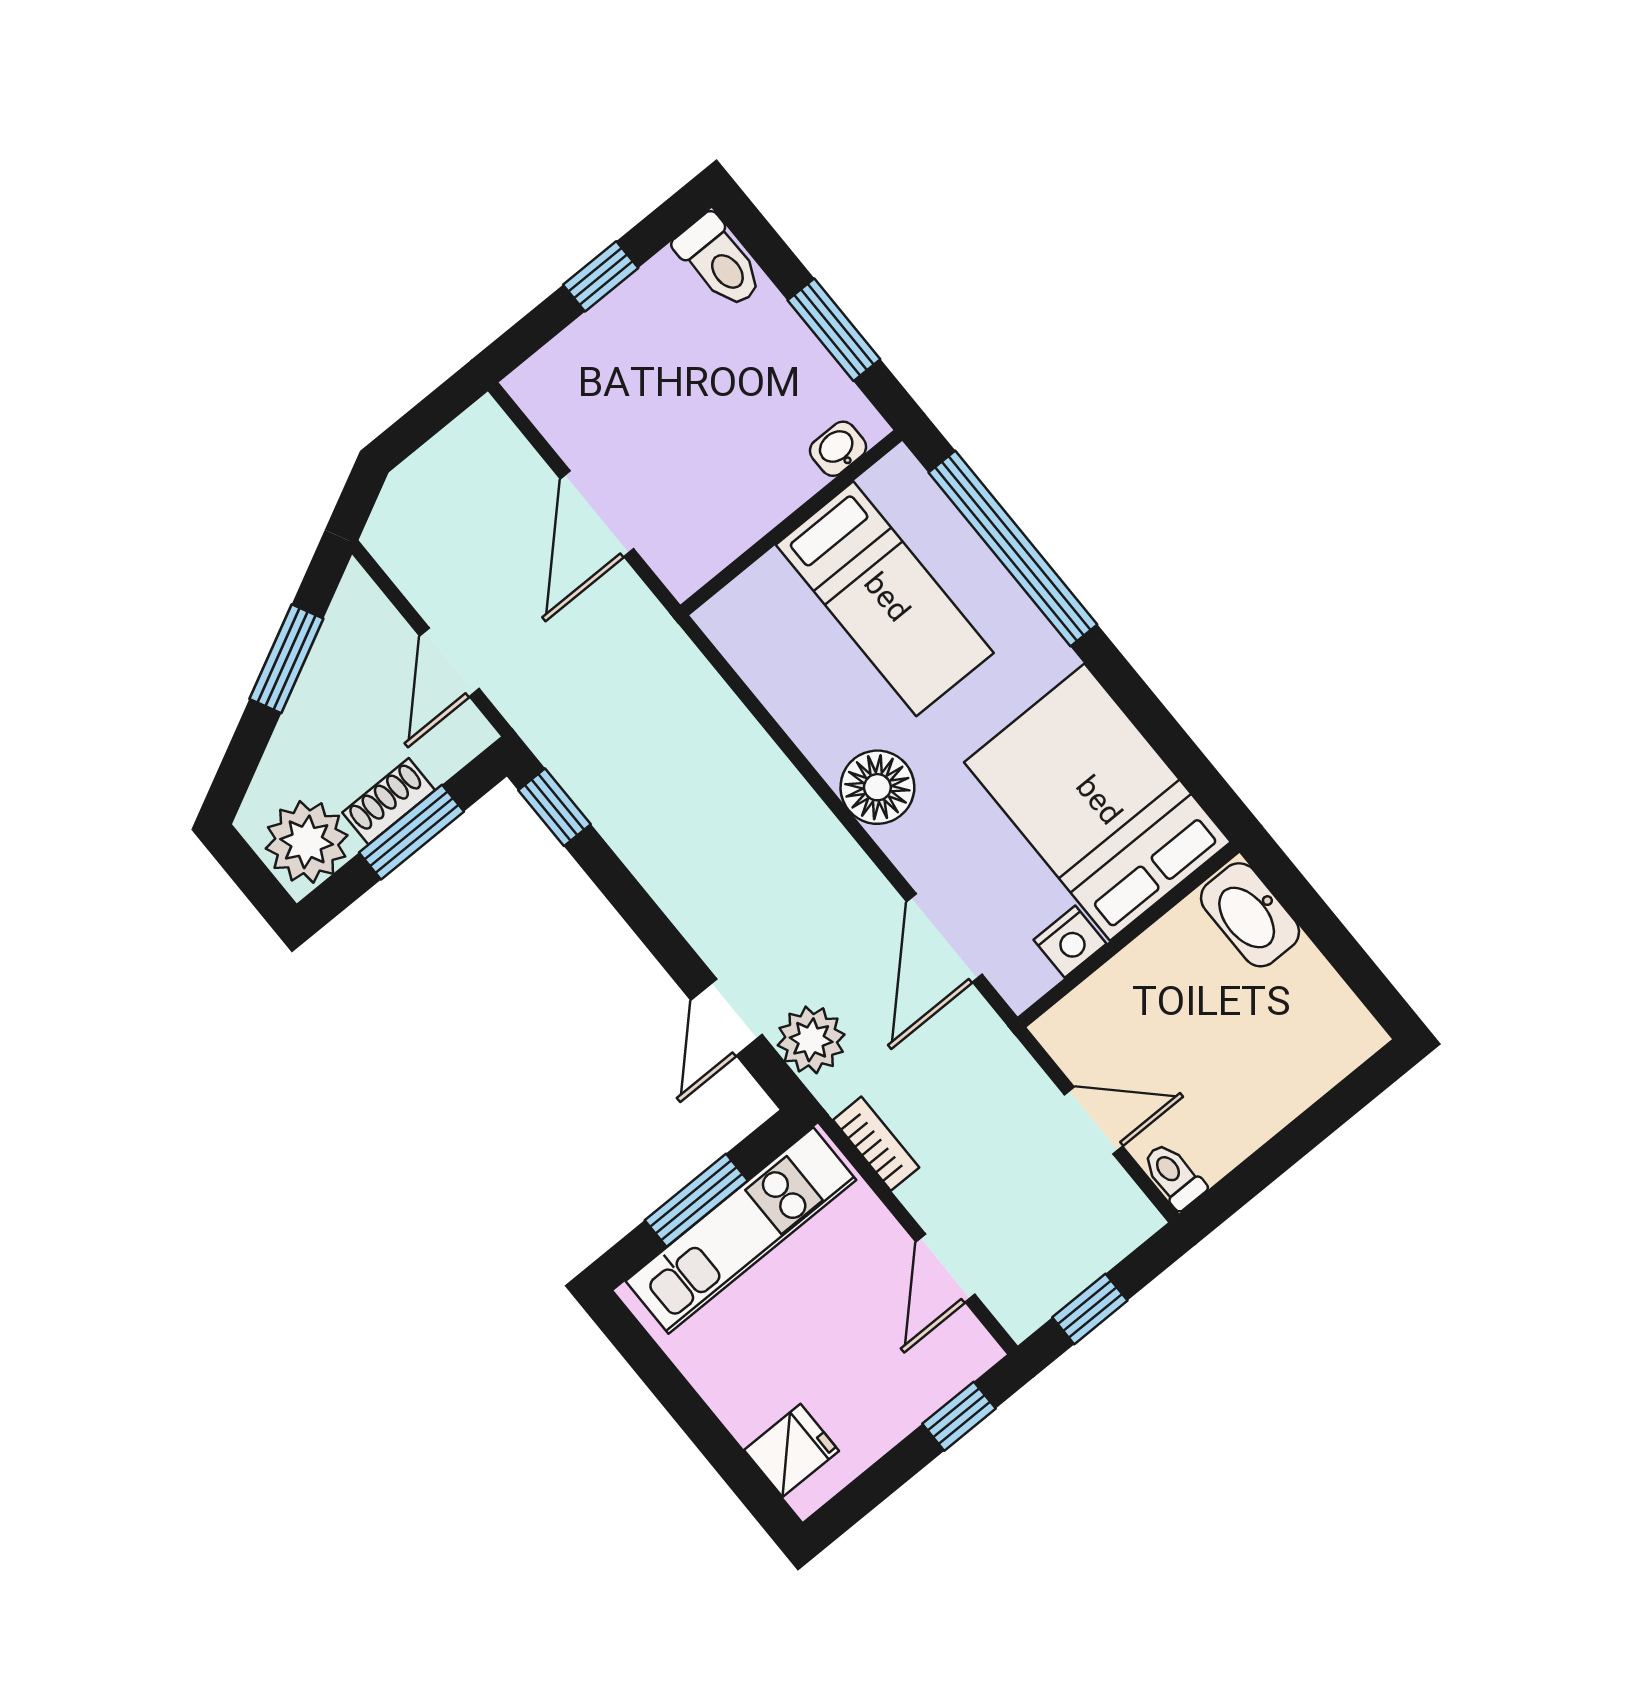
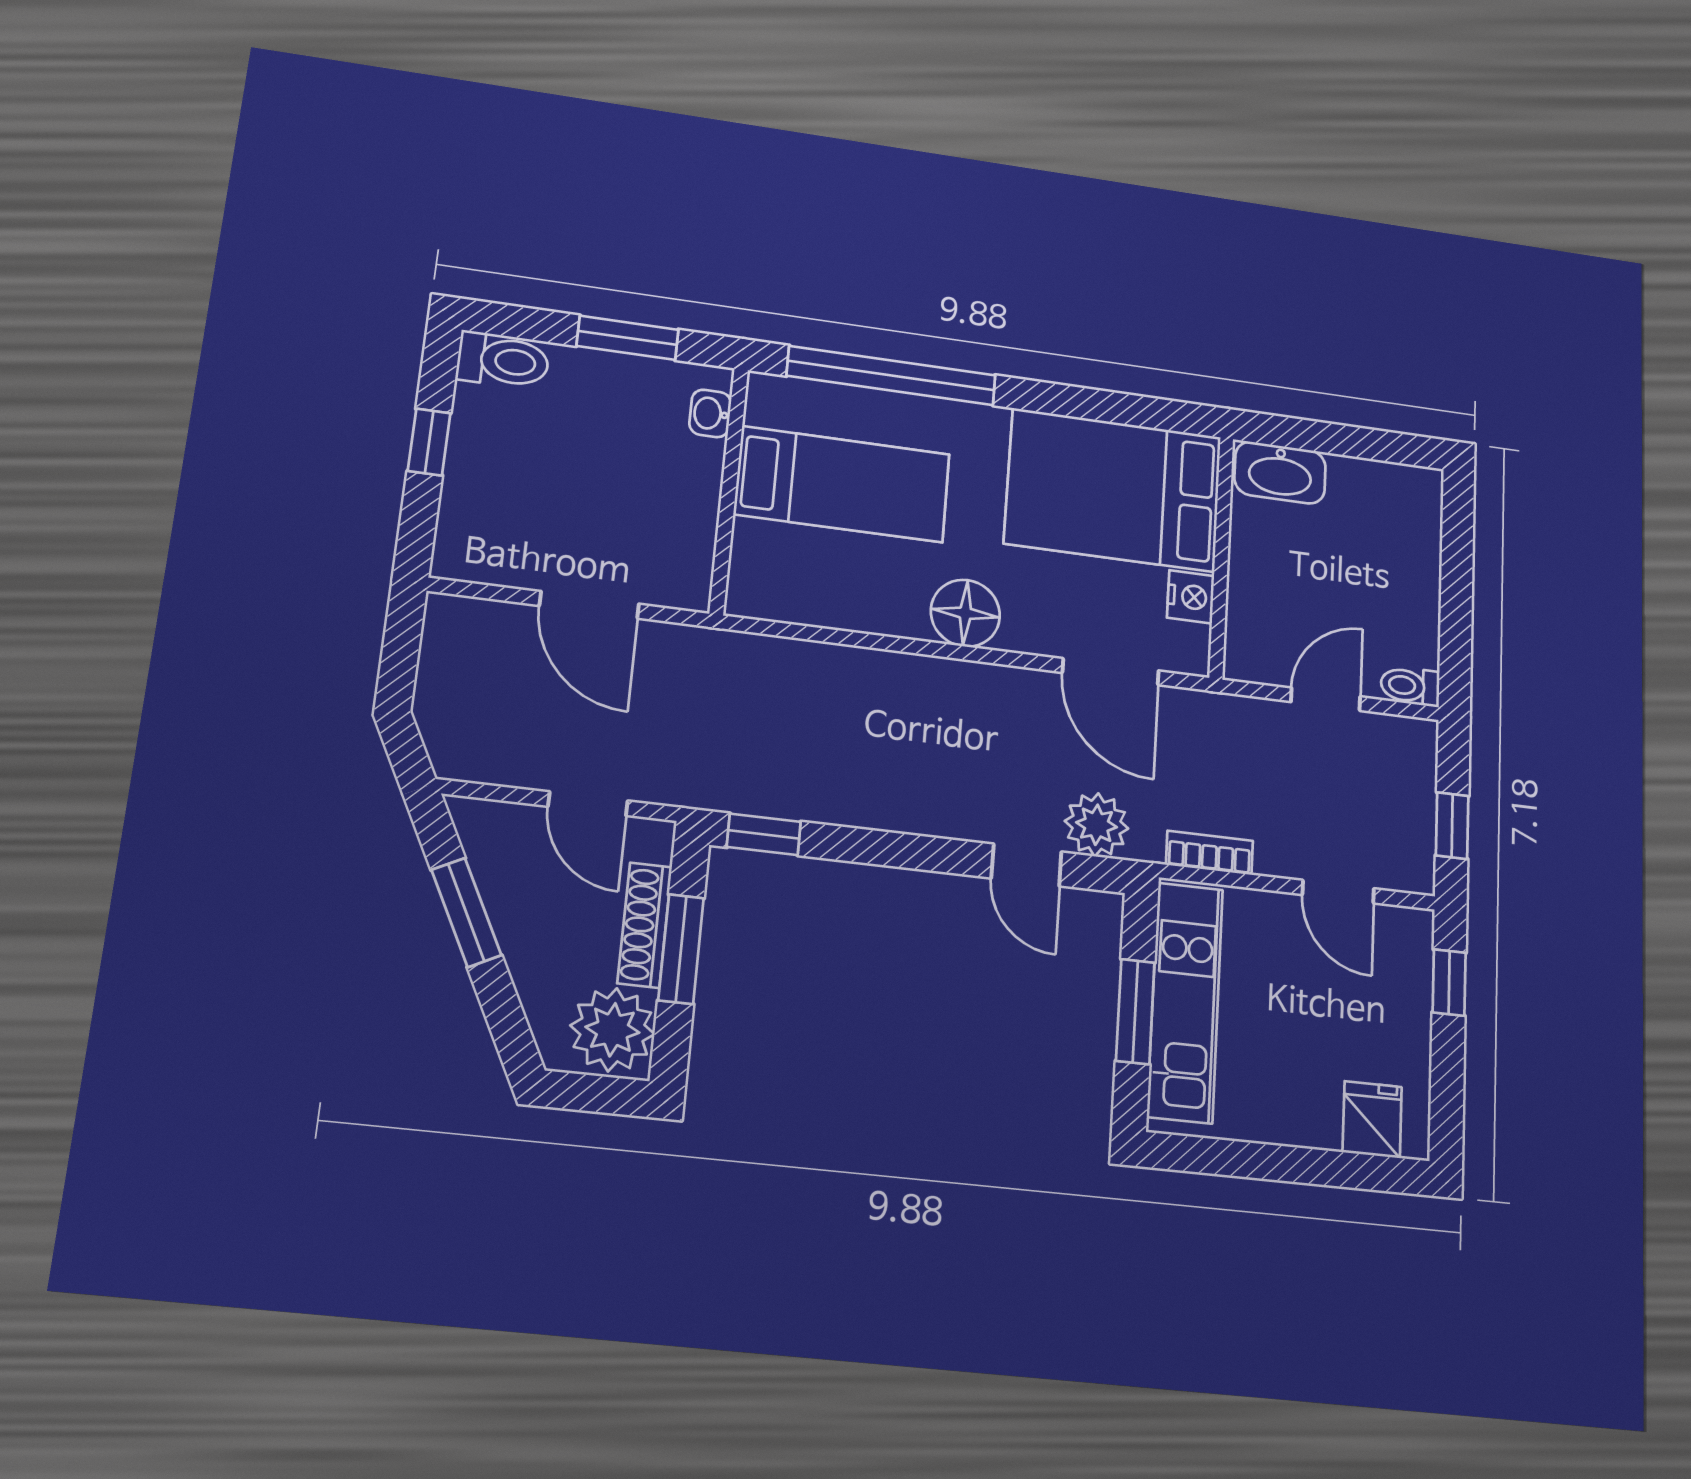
shoe rack: (389, 801) -> (645, 925), width x1.43

